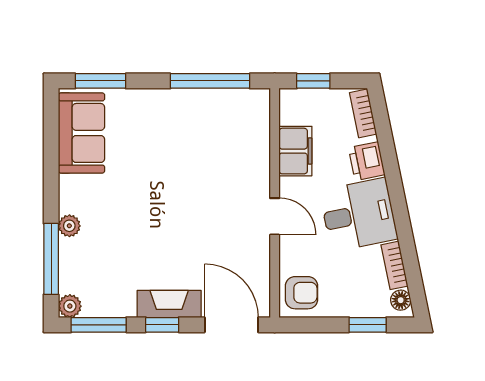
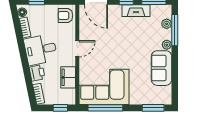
corner sofa: (213, 129) -> (104, 87), added
sofa: (81, 133) -> (161, 68), moved
door: (275, 216) -> (77, 49), swing flipped
fireplace: (169, 304) -> (136, 11), moved
plant: (70, 306) -> (167, 24), moved

